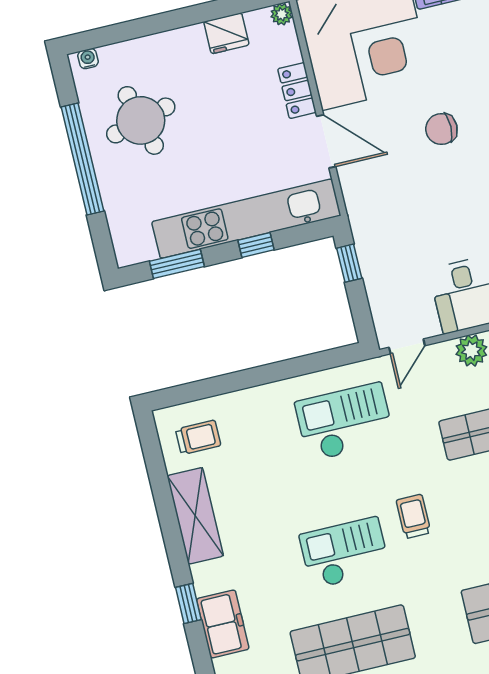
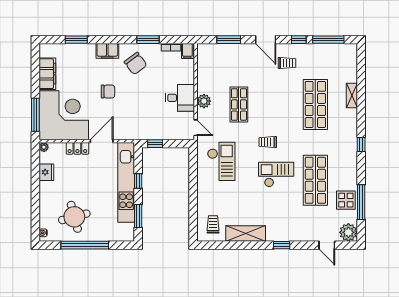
chair: (441, 129) -> (108, 92), turned -90
checkout: (345, 422) -> (221, 161), turned 180
checkout: (345, 553) -> (276, 175), turned 90
freezer: (223, 624) -> (294, 233), removed

